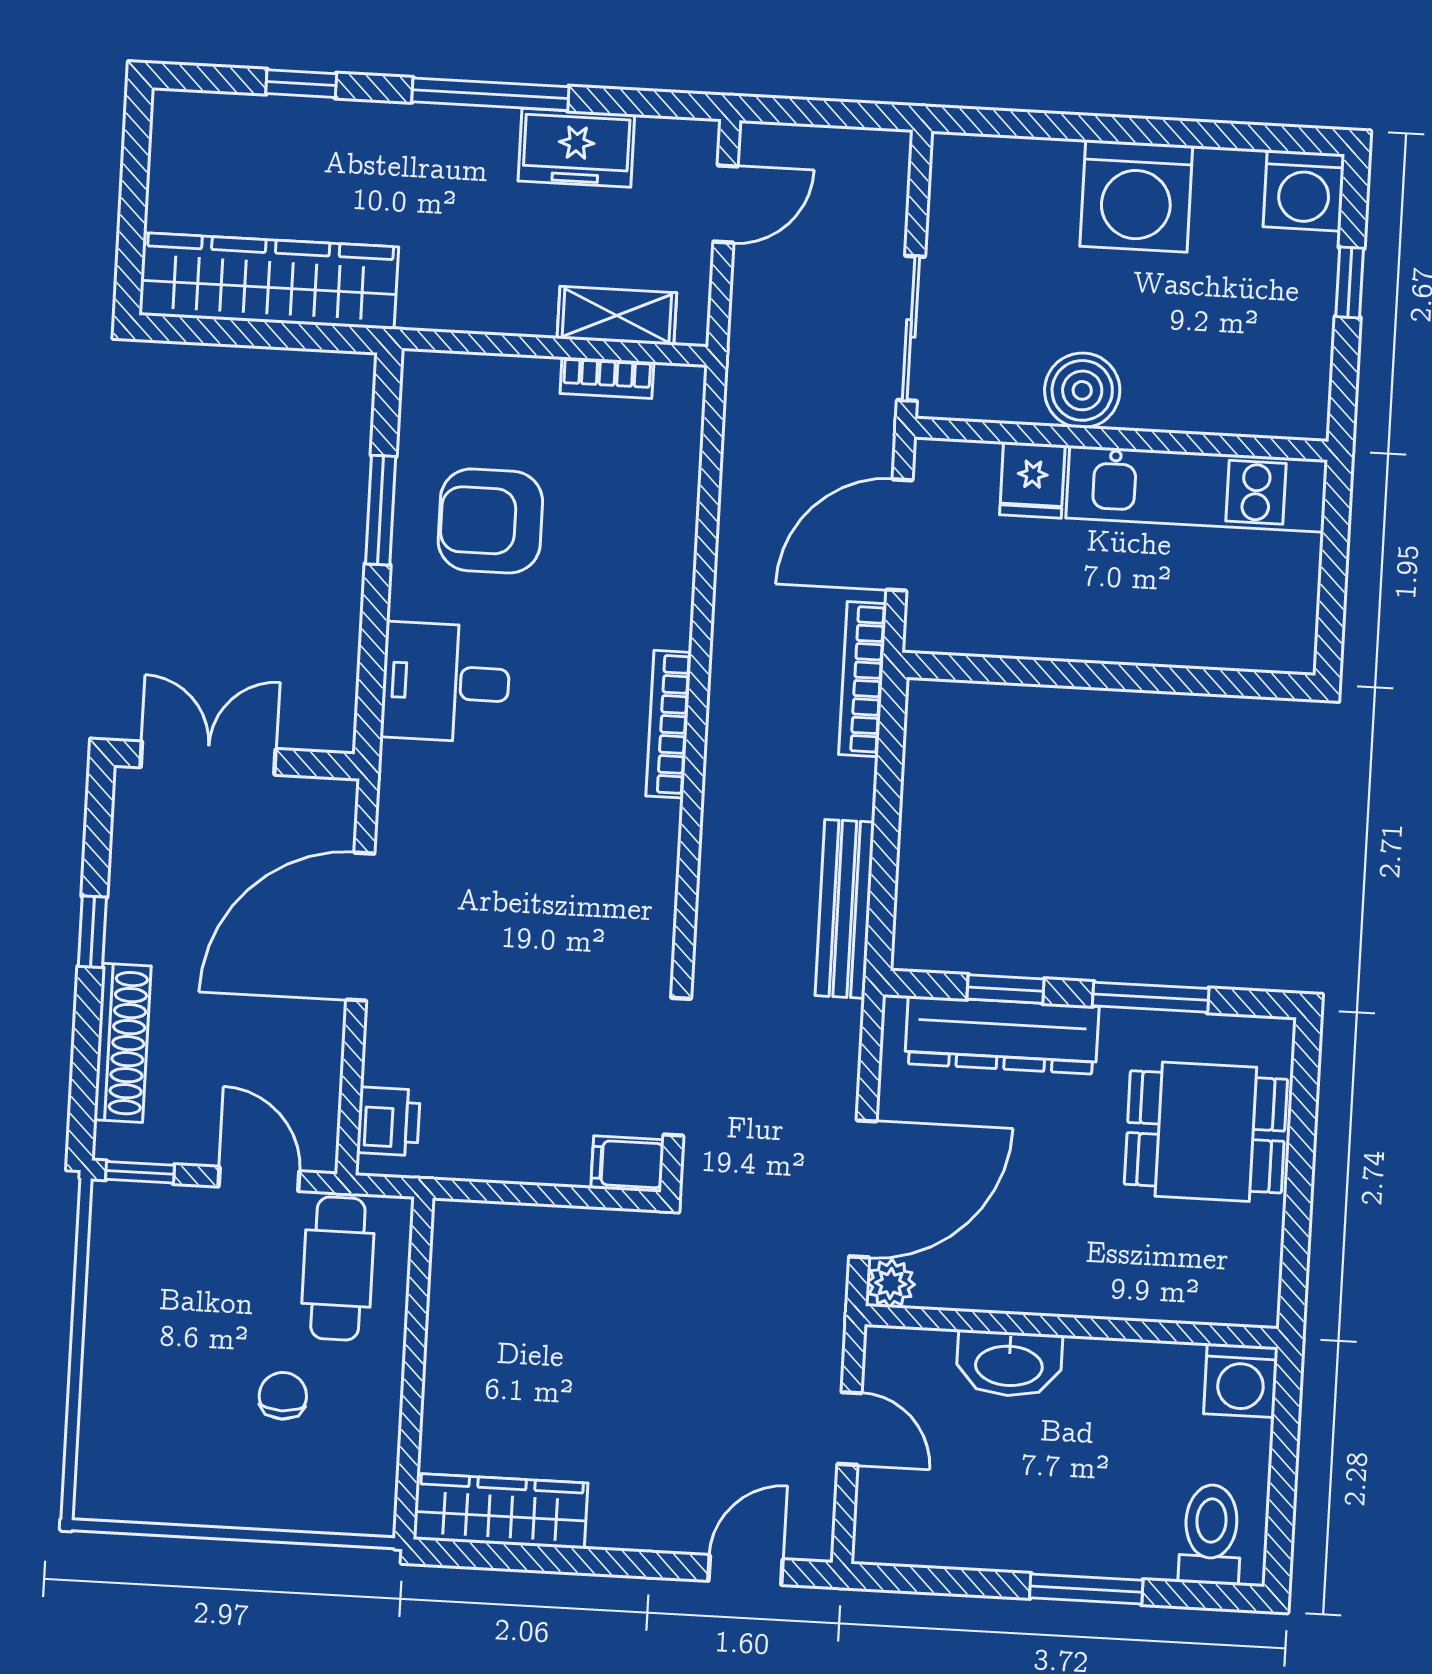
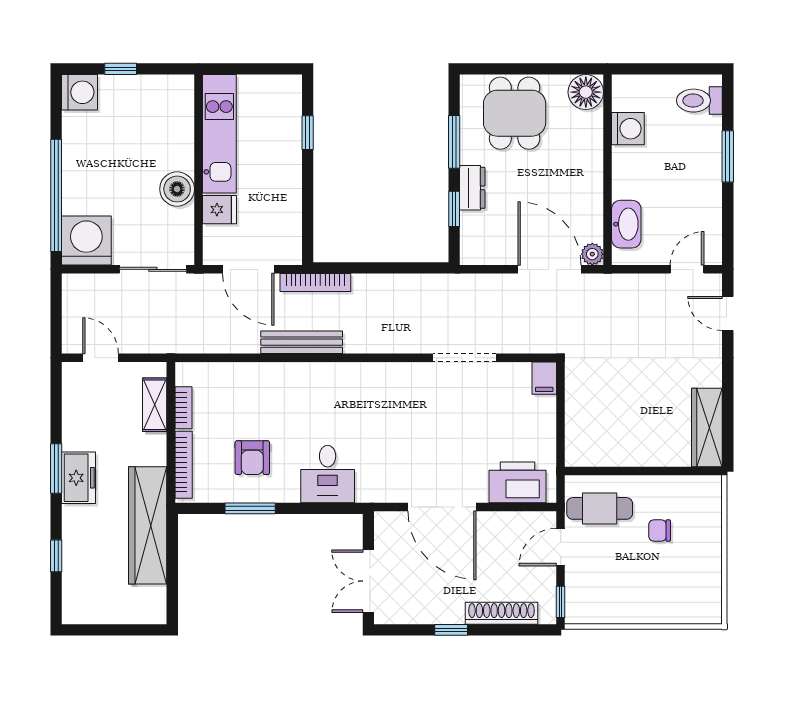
window: (490, 94) -> (56, 469), width x0.69
window: (1083, 127) -> (56, 195), added
freezer: (576, 148) -> (79, 478), moved
washing machine: (1136, 196) -> (86, 240), moved, turned -90
wardrobe: (269, 281) -> (148, 525), moved
armchair: (490, 521) -> (252, 458), width x0.72, depth x0.72
window: (1189, 681) -> (308, 133), added
bookcase: (669, 724) -> (184, 465), moved, turned -90
bench: (845, 909) -> (302, 342), moved
dresser: (1002, 1035) -> (472, 188), width x0.51, depth x0.80
doorway: (677, 1067) -> (465, 358), moved
printer: (389, 1121) -> (518, 482), width x1.87, depth x1.48
floor lamp: (1243, 1289) -> (586, 92), added
washbasin: (1009, 1364) -> (626, 224), moved
washing machine: (1241, 1380) -> (628, 129), moved
door: (849, 1428) -> (687, 269), moved

